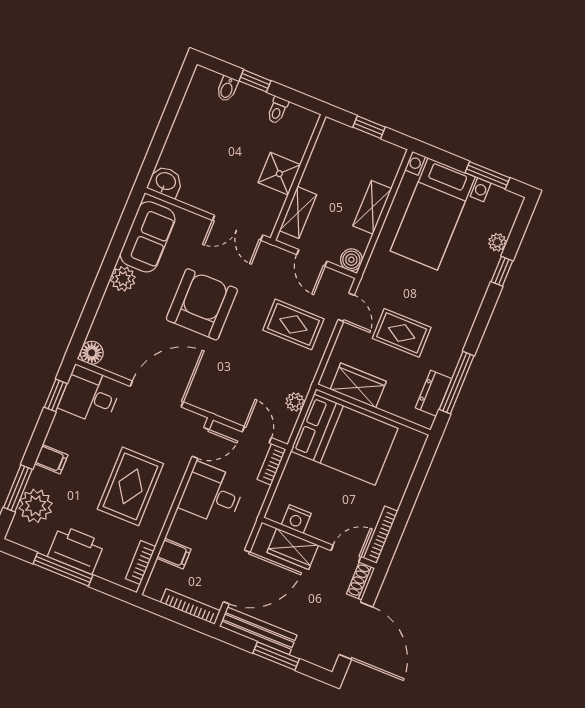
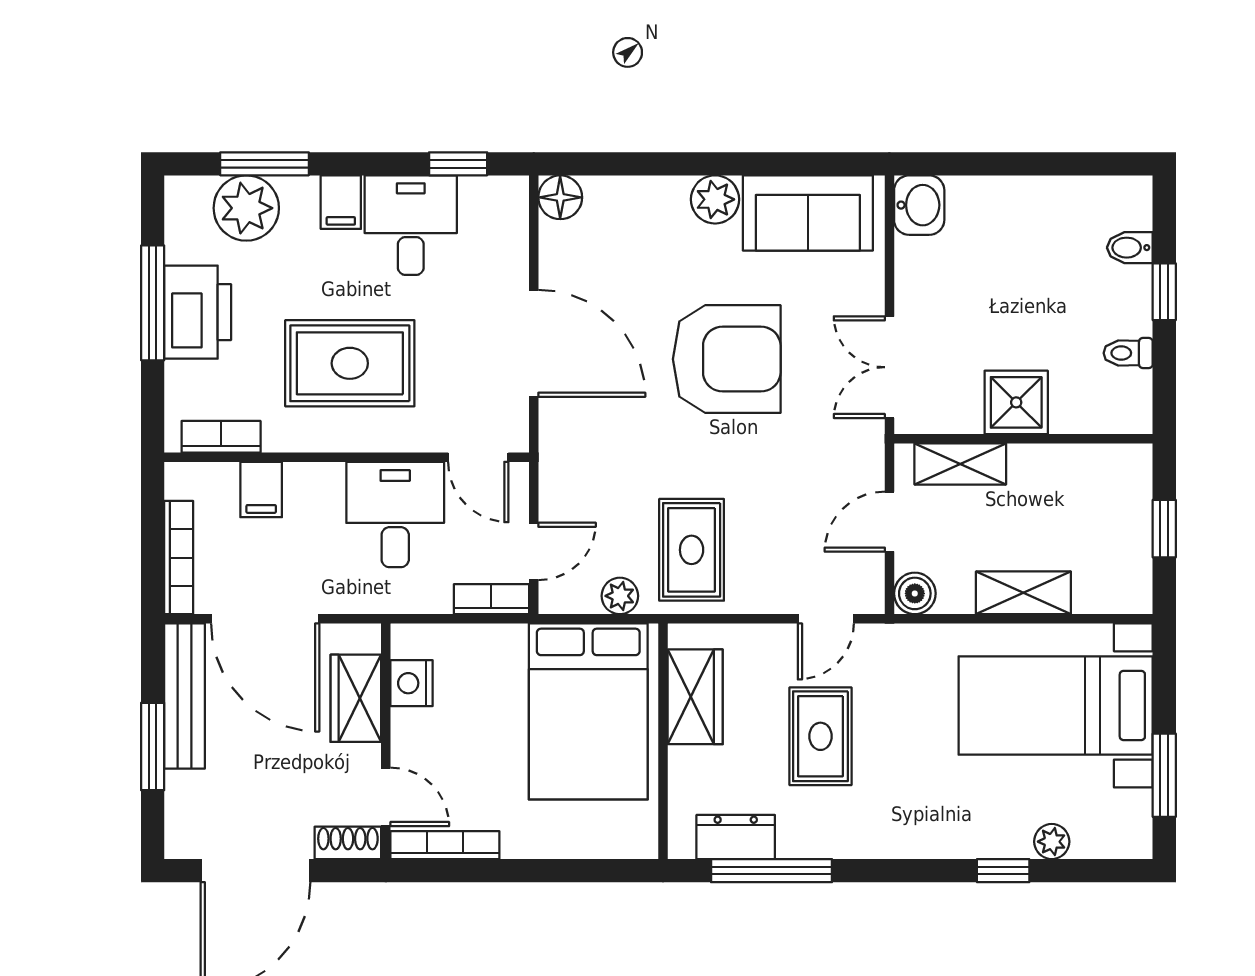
rug: (293, 324) -> (692, 550), moved
desk: (90, 395) -> (411, 225), moved

